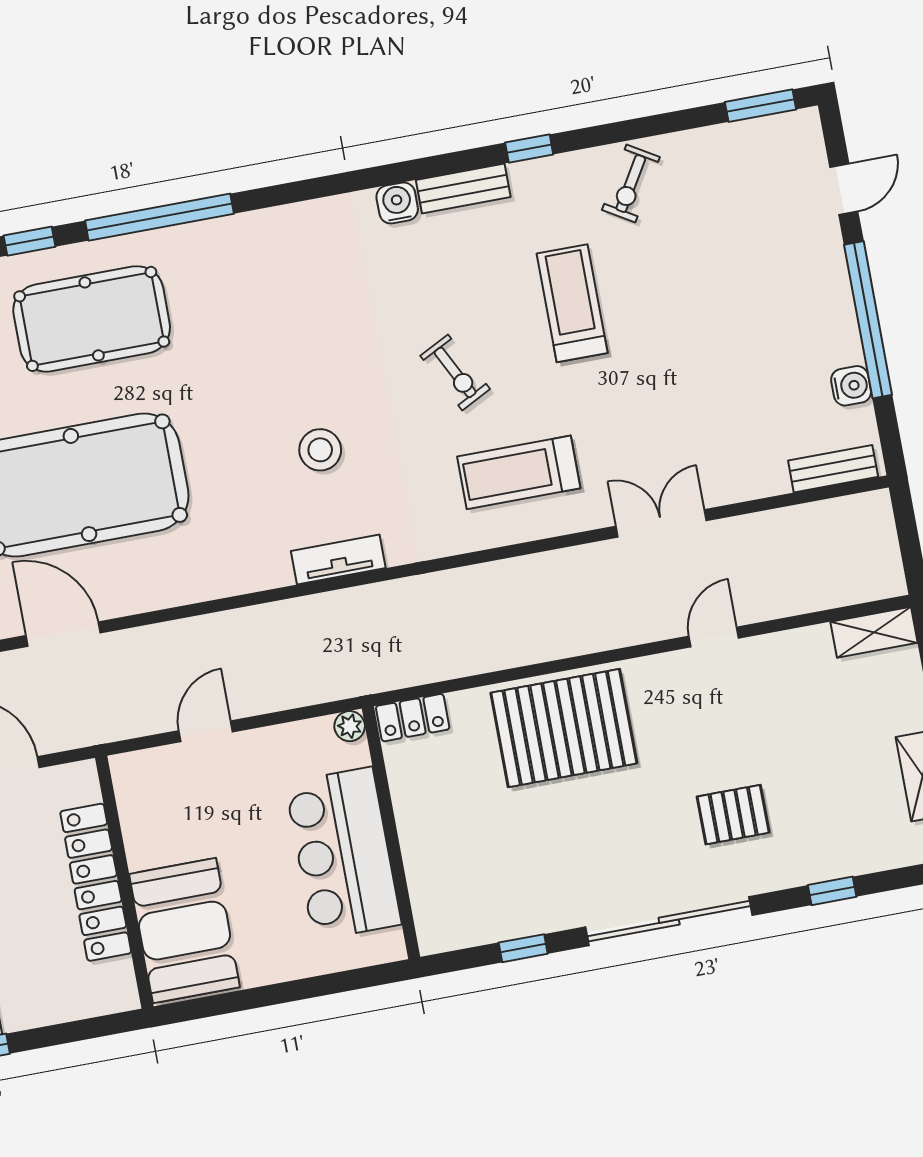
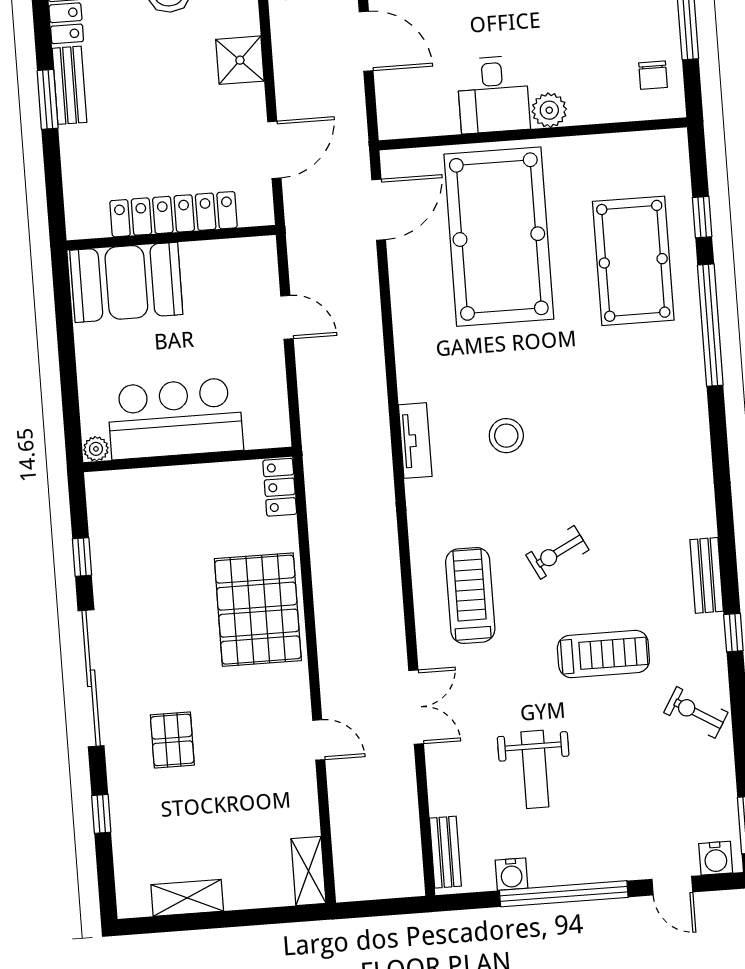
water cooler: (397, 203) -> (716, 858), moved, turned 90
weight bench: (721, 371) -> (535, 769), added
plant: (350, 726) -> (96, 449), moved

